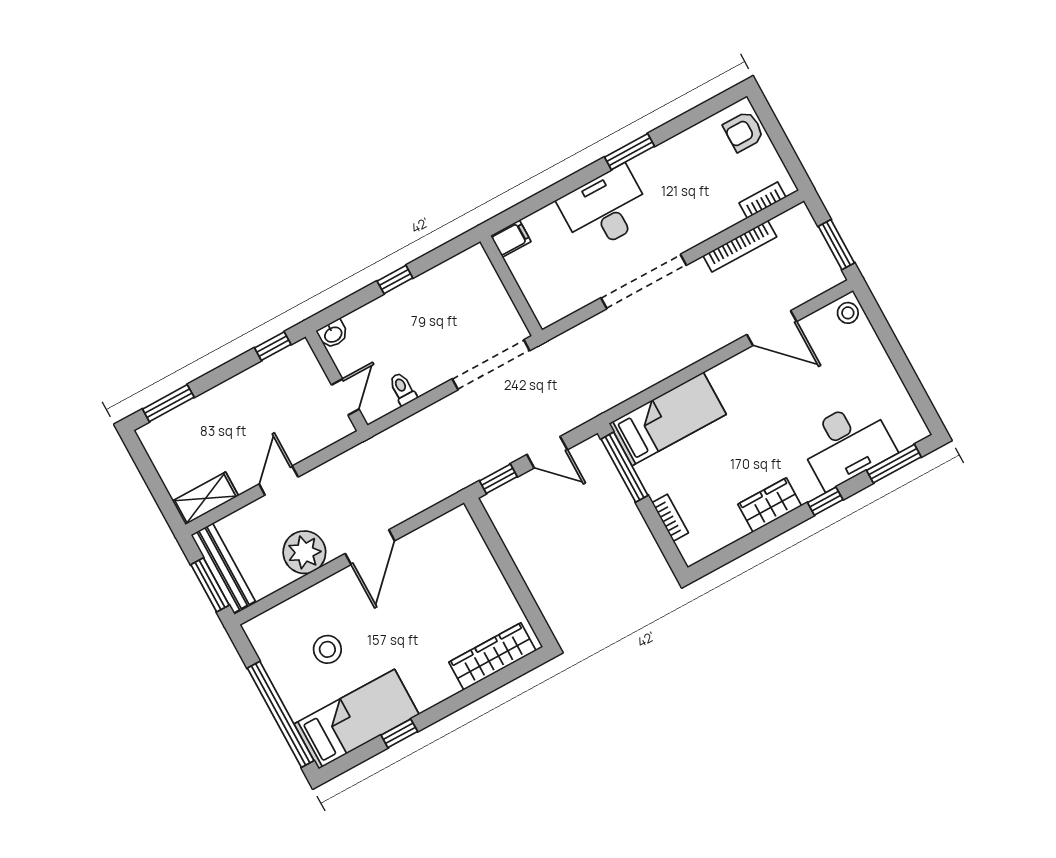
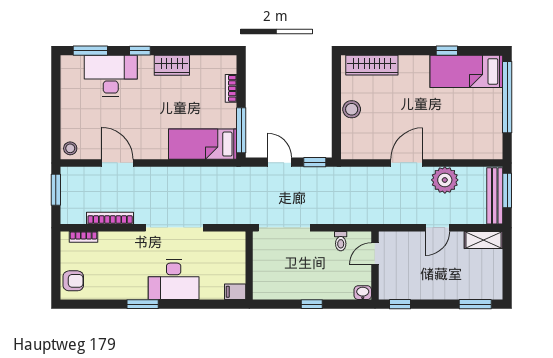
stool: (327, 649) -> (352, 109), moved

